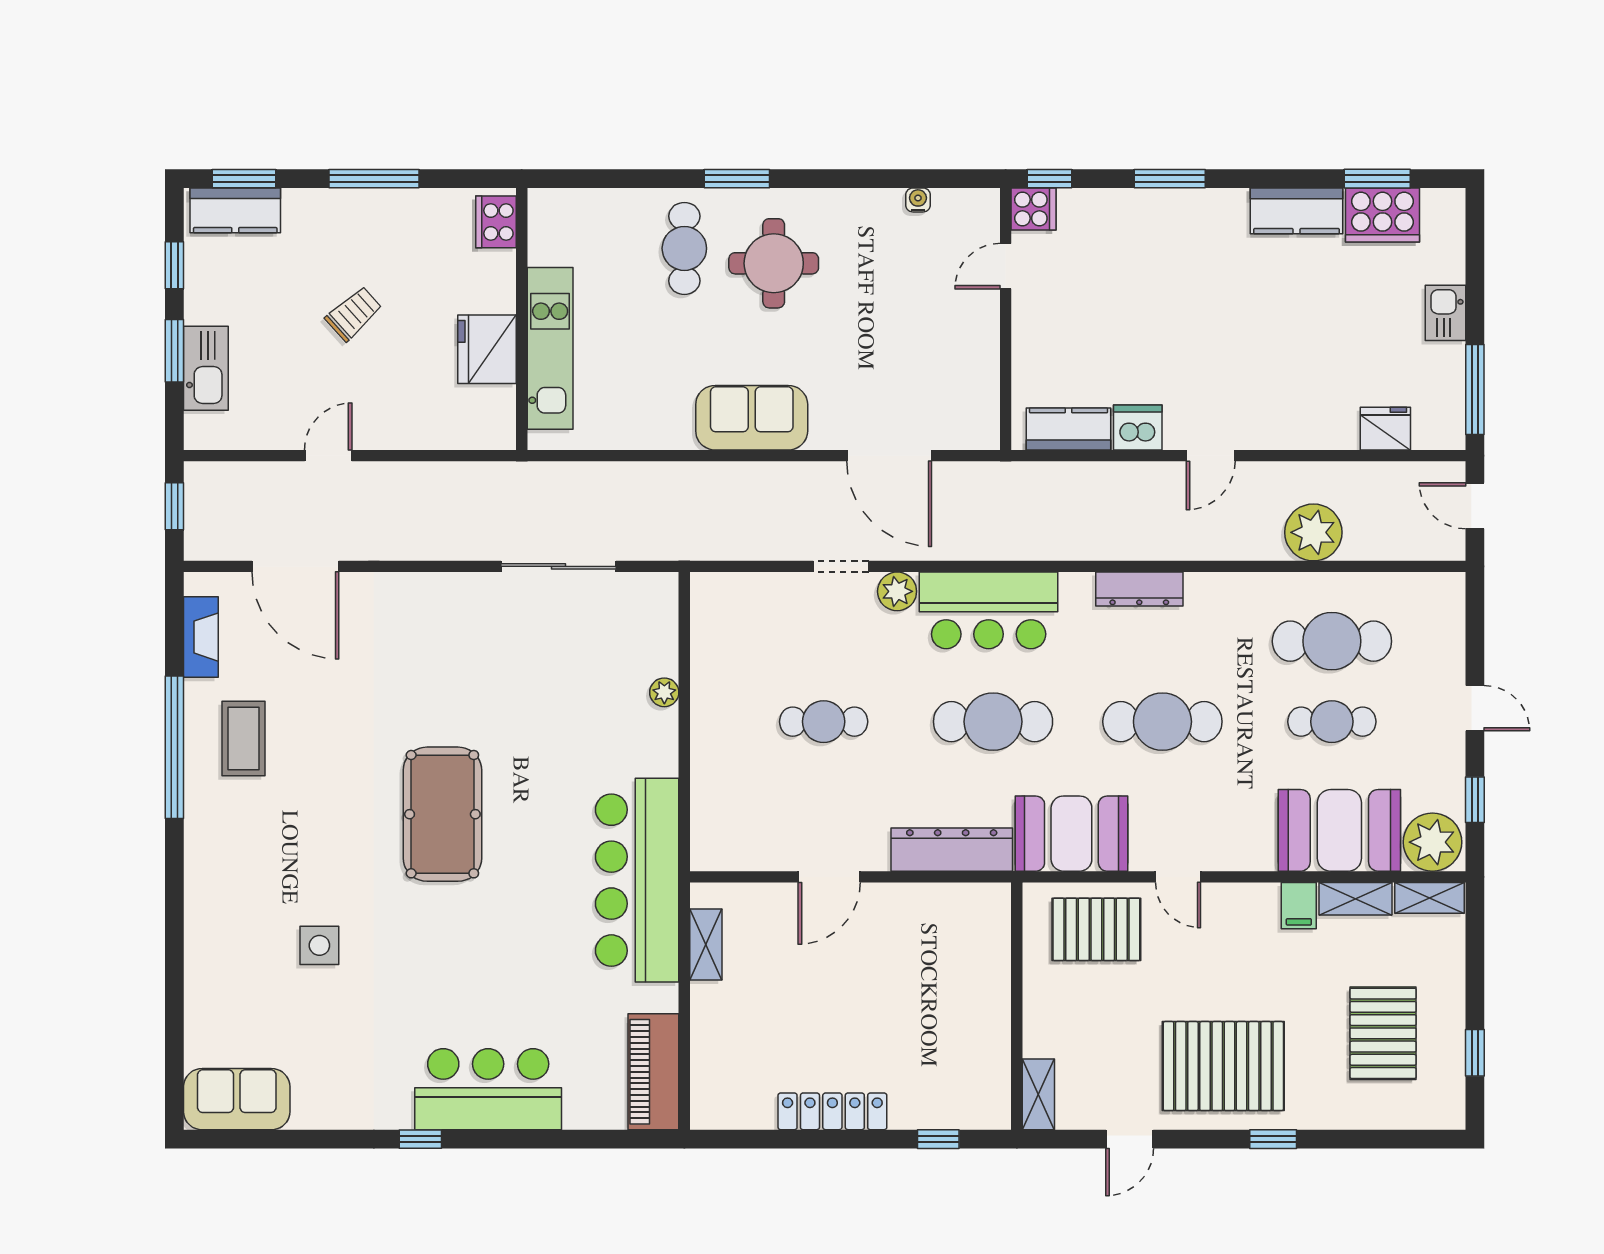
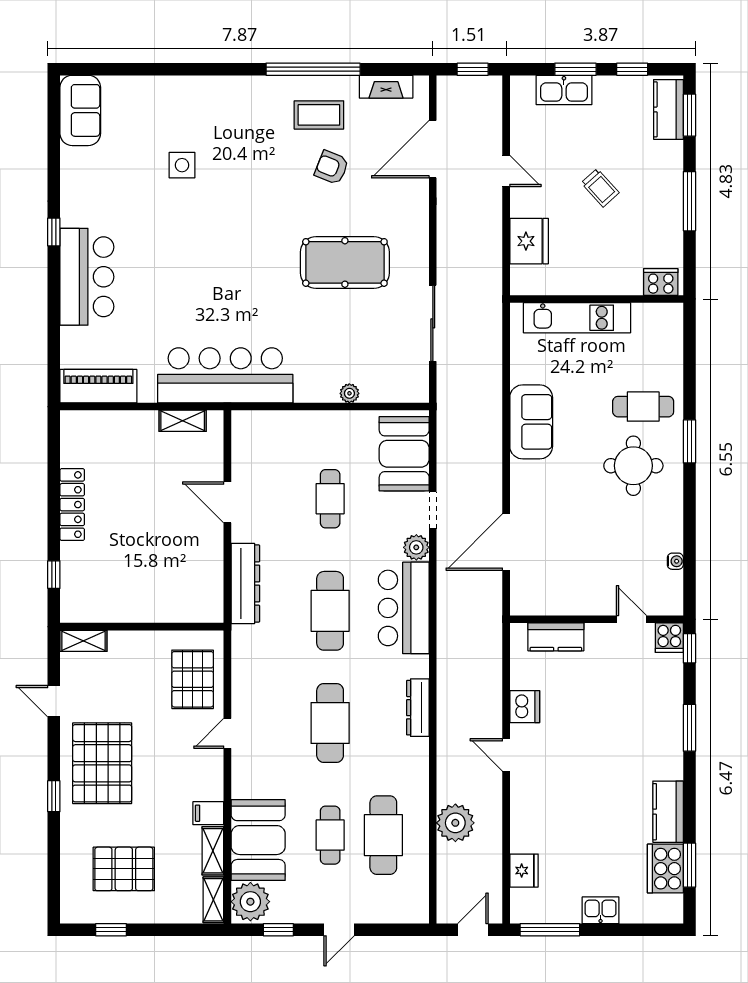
fridge: (487, 349) -> (529, 241), moved, turned 90
sofa: (752, 418) -> (531, 422), moved
kitchen counter: (1069, 429) -> (556, 637), moved, turned 90
armchair: (323, 719) -> (332, 167), added
pool table: (442, 814) -> (345, 262), moved
booth: (1071, 834) -> (404, 454), moved

